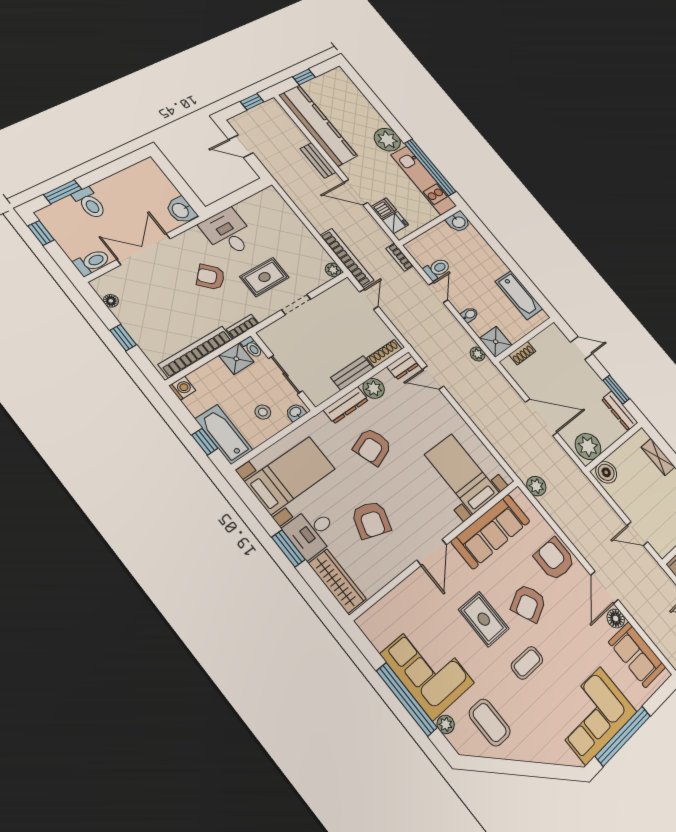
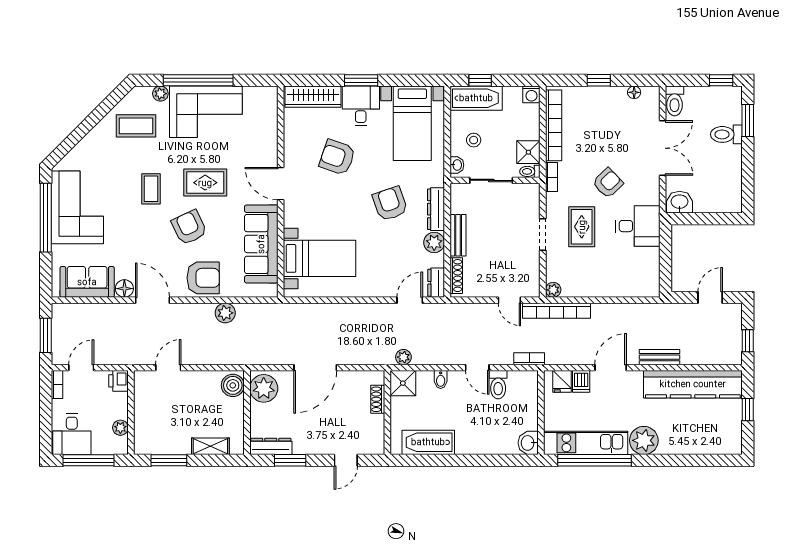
plant: (536, 486) -> (225, 313), moved

